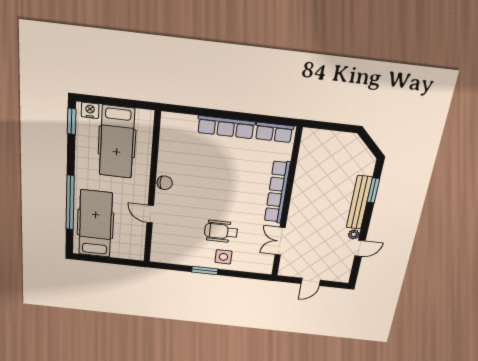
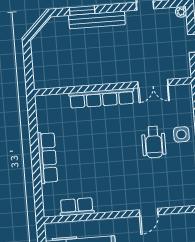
row of seats: (274, 132) -> (77, 207), moved, turned -90
chair: (165, 183) -> (113, 204), removed
plant: (354, 234) -> (181, 12), moved

